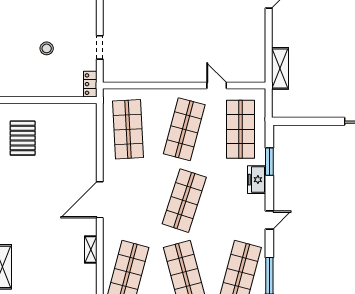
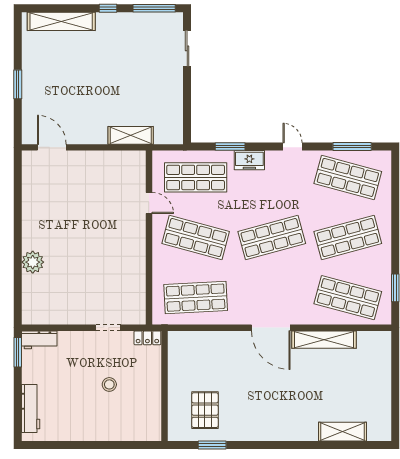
door: (217, 86) -> (149, 203), swing flipped
pallet: (23, 138) -> (205, 410), turned 90
shop shelf: (184, 201) -> (272, 238), turned -33
shelving: (91, 249) -> (324, 340), width x2.20, depth x1.33

